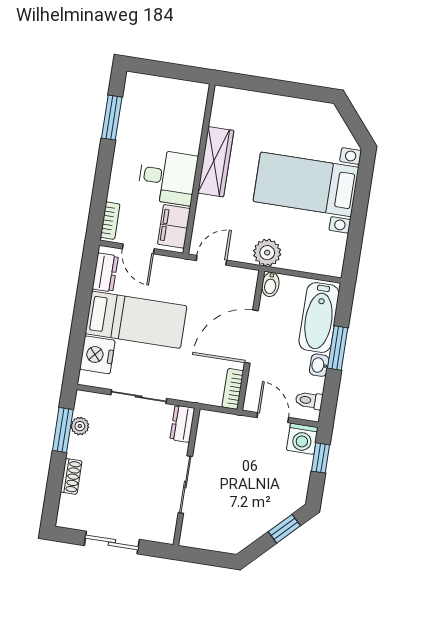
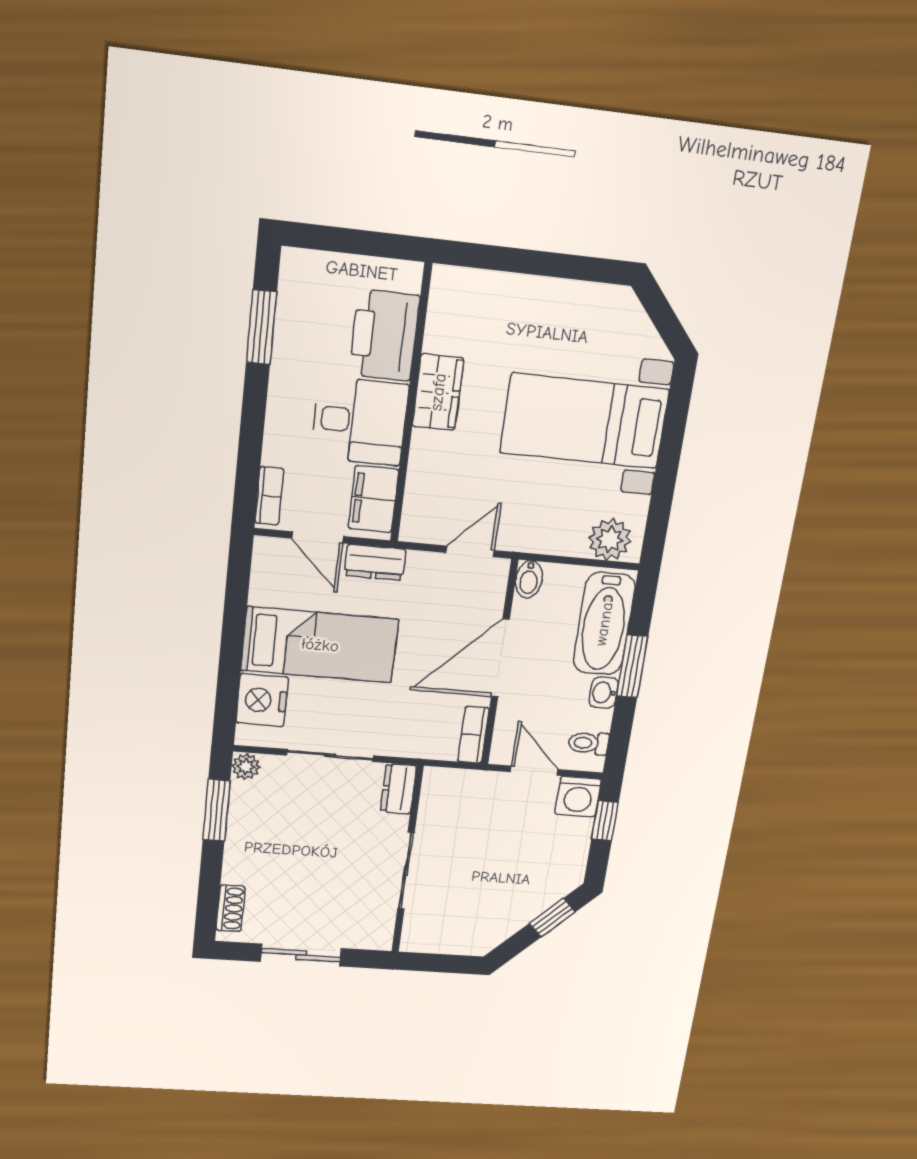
printer: (185, 126) -> (384, 335), added
wardrobe: (216, 162) -> (438, 392), width x0.67
plant: (267, 253) -> (610, 540), moved
door: (211, 260) -> (470, 551), moved
dresser: (105, 272) -> (375, 562), moved, turned 90
plant: (80, 426) -> (246, 767), moved
shoe rack: (71, 476) -> (231, 908), moved

